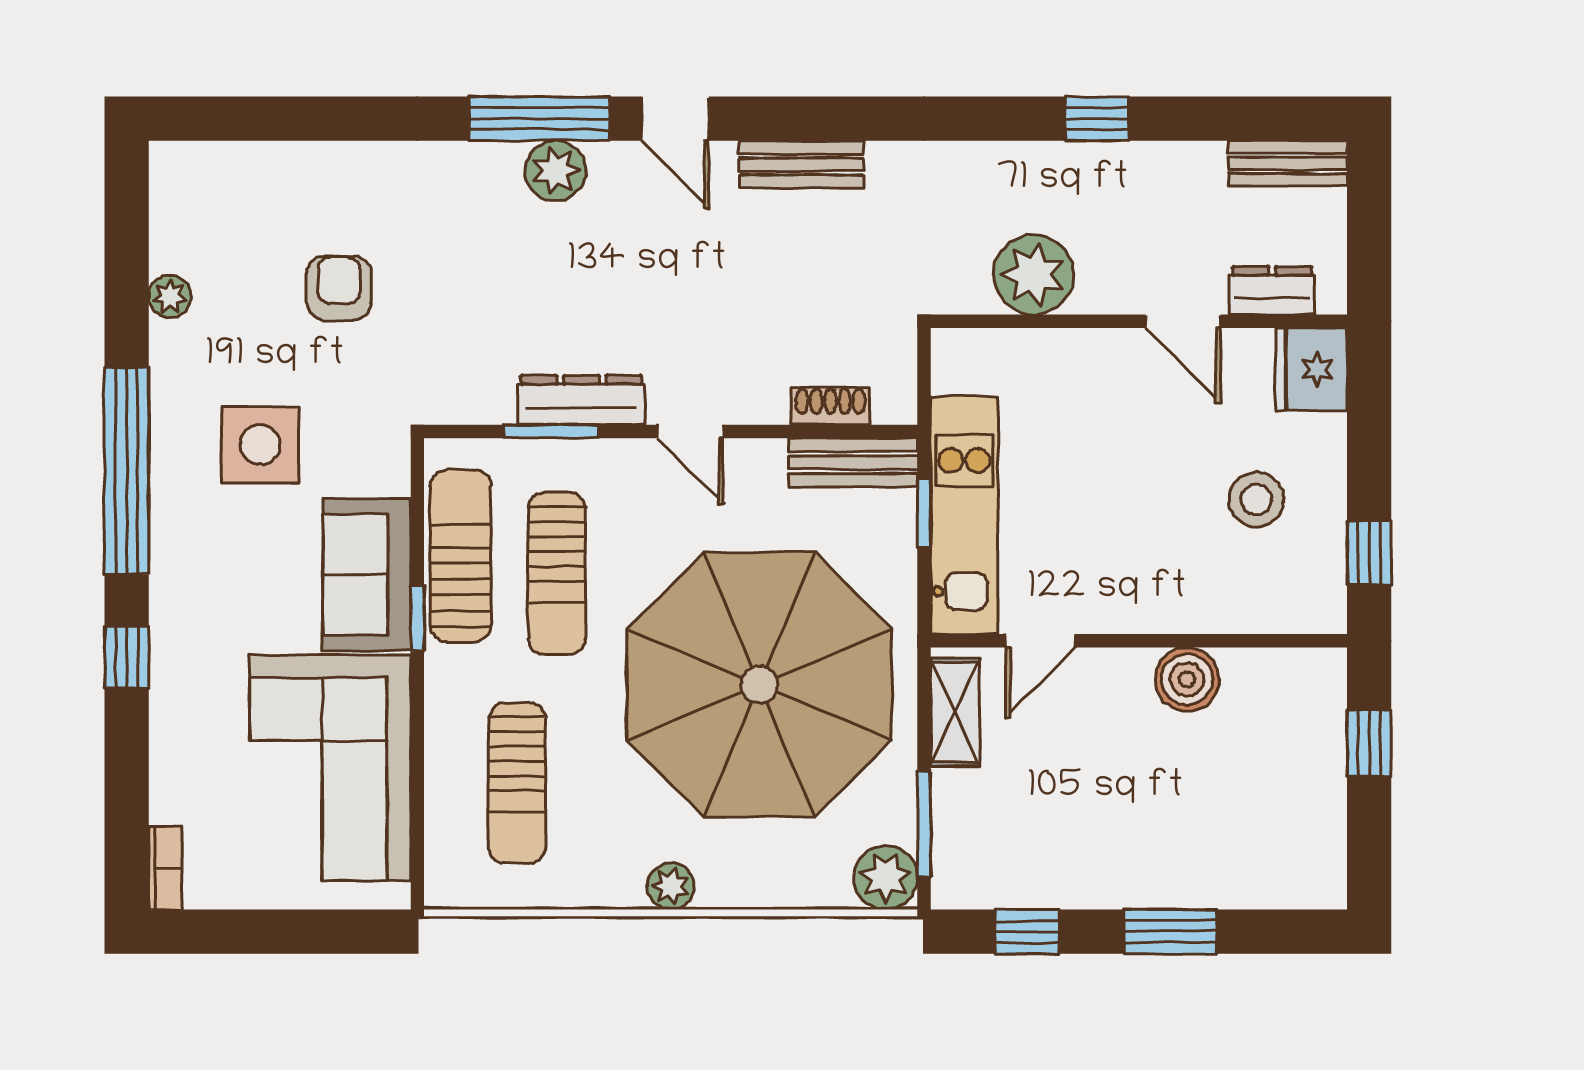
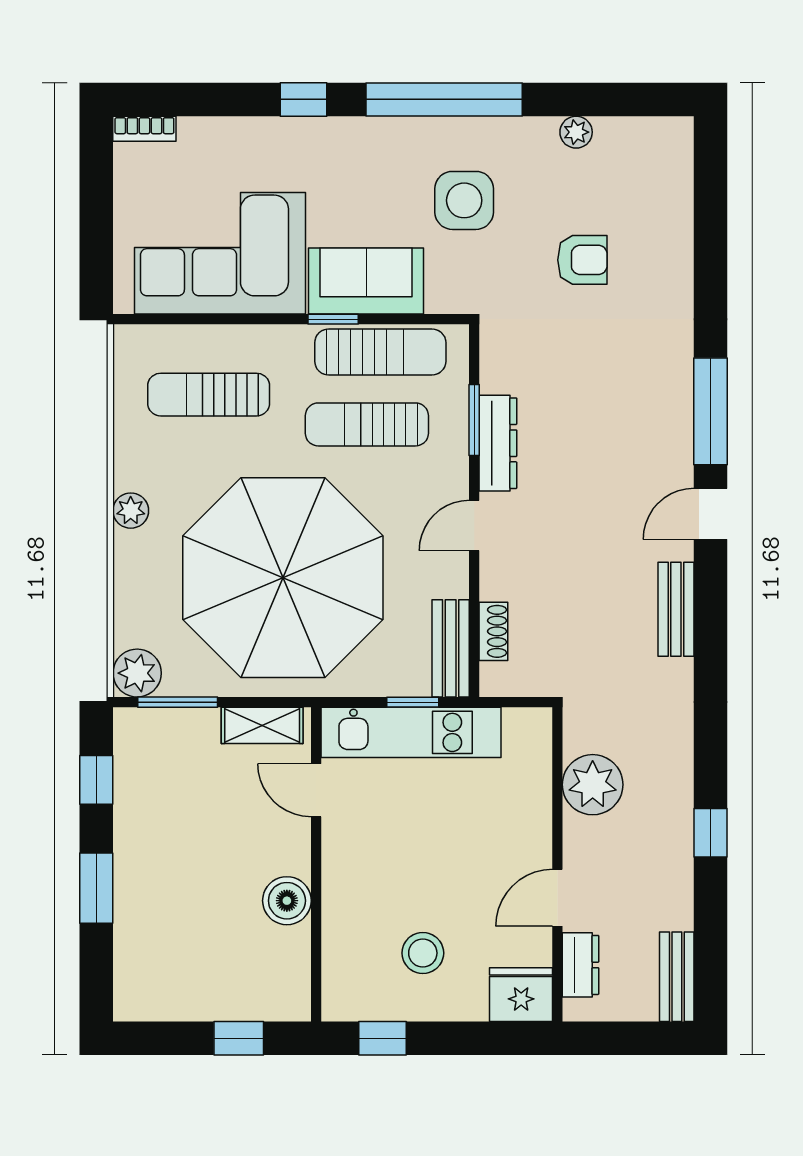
plant: (556, 171) -> (671, 424), removed

